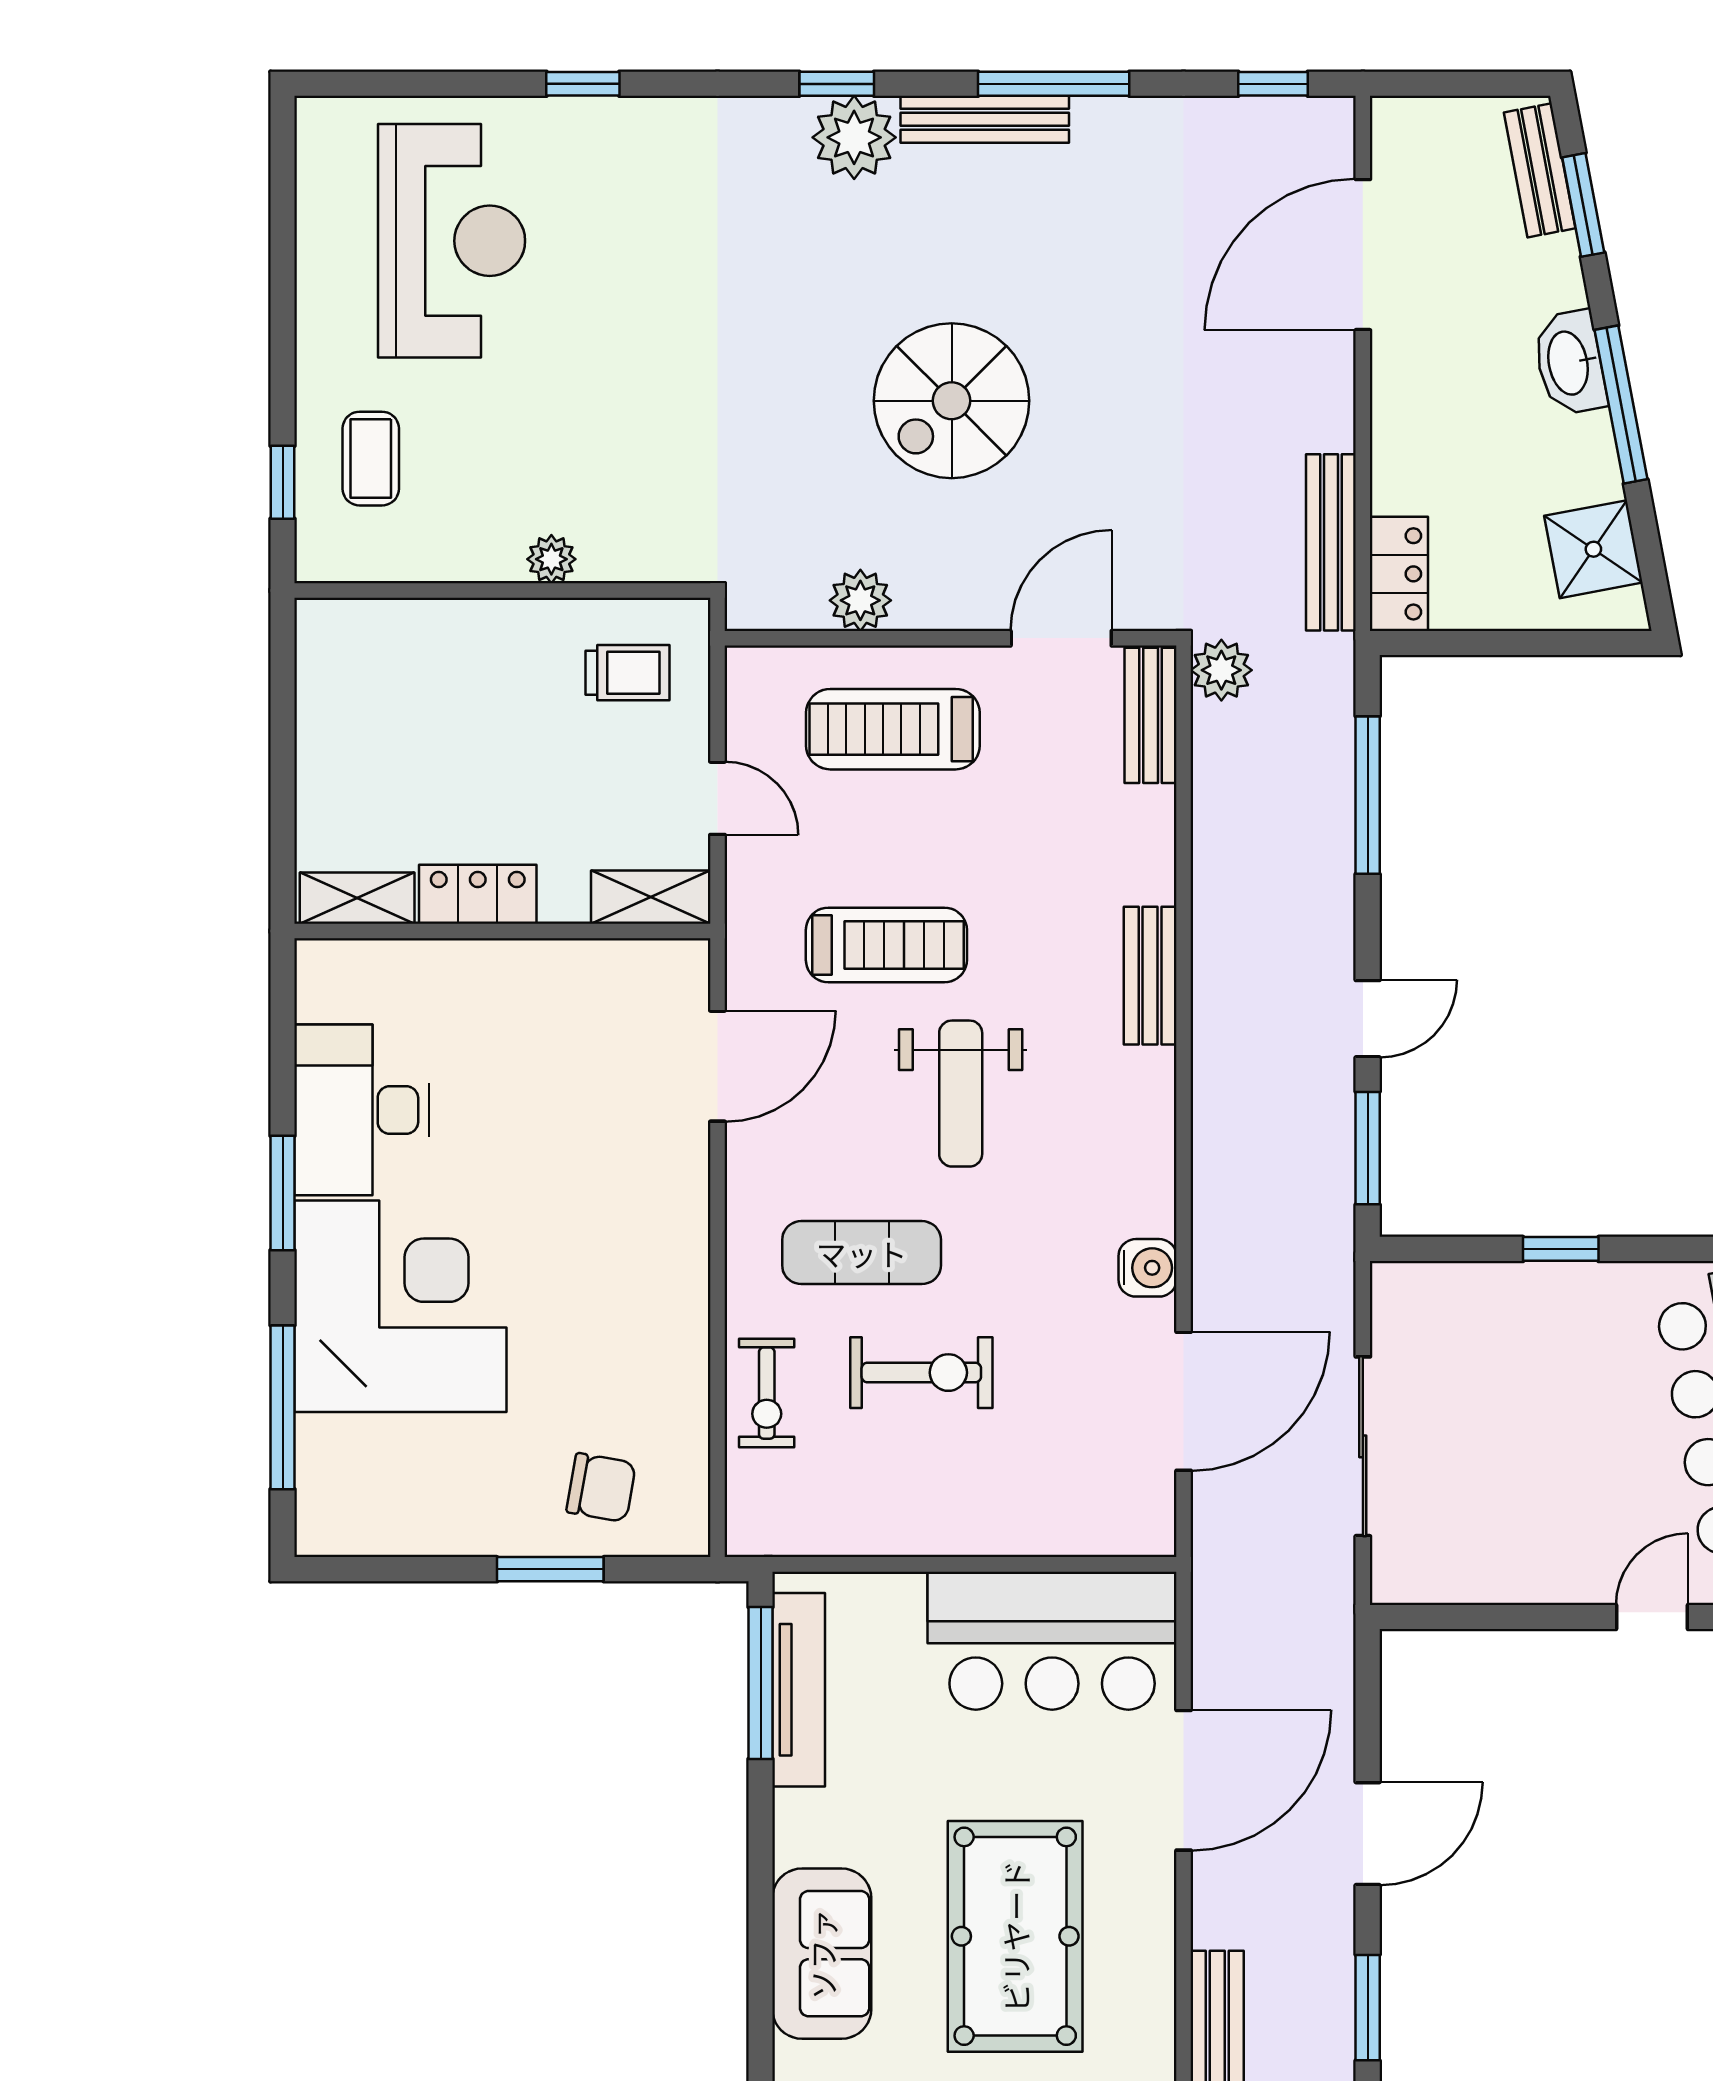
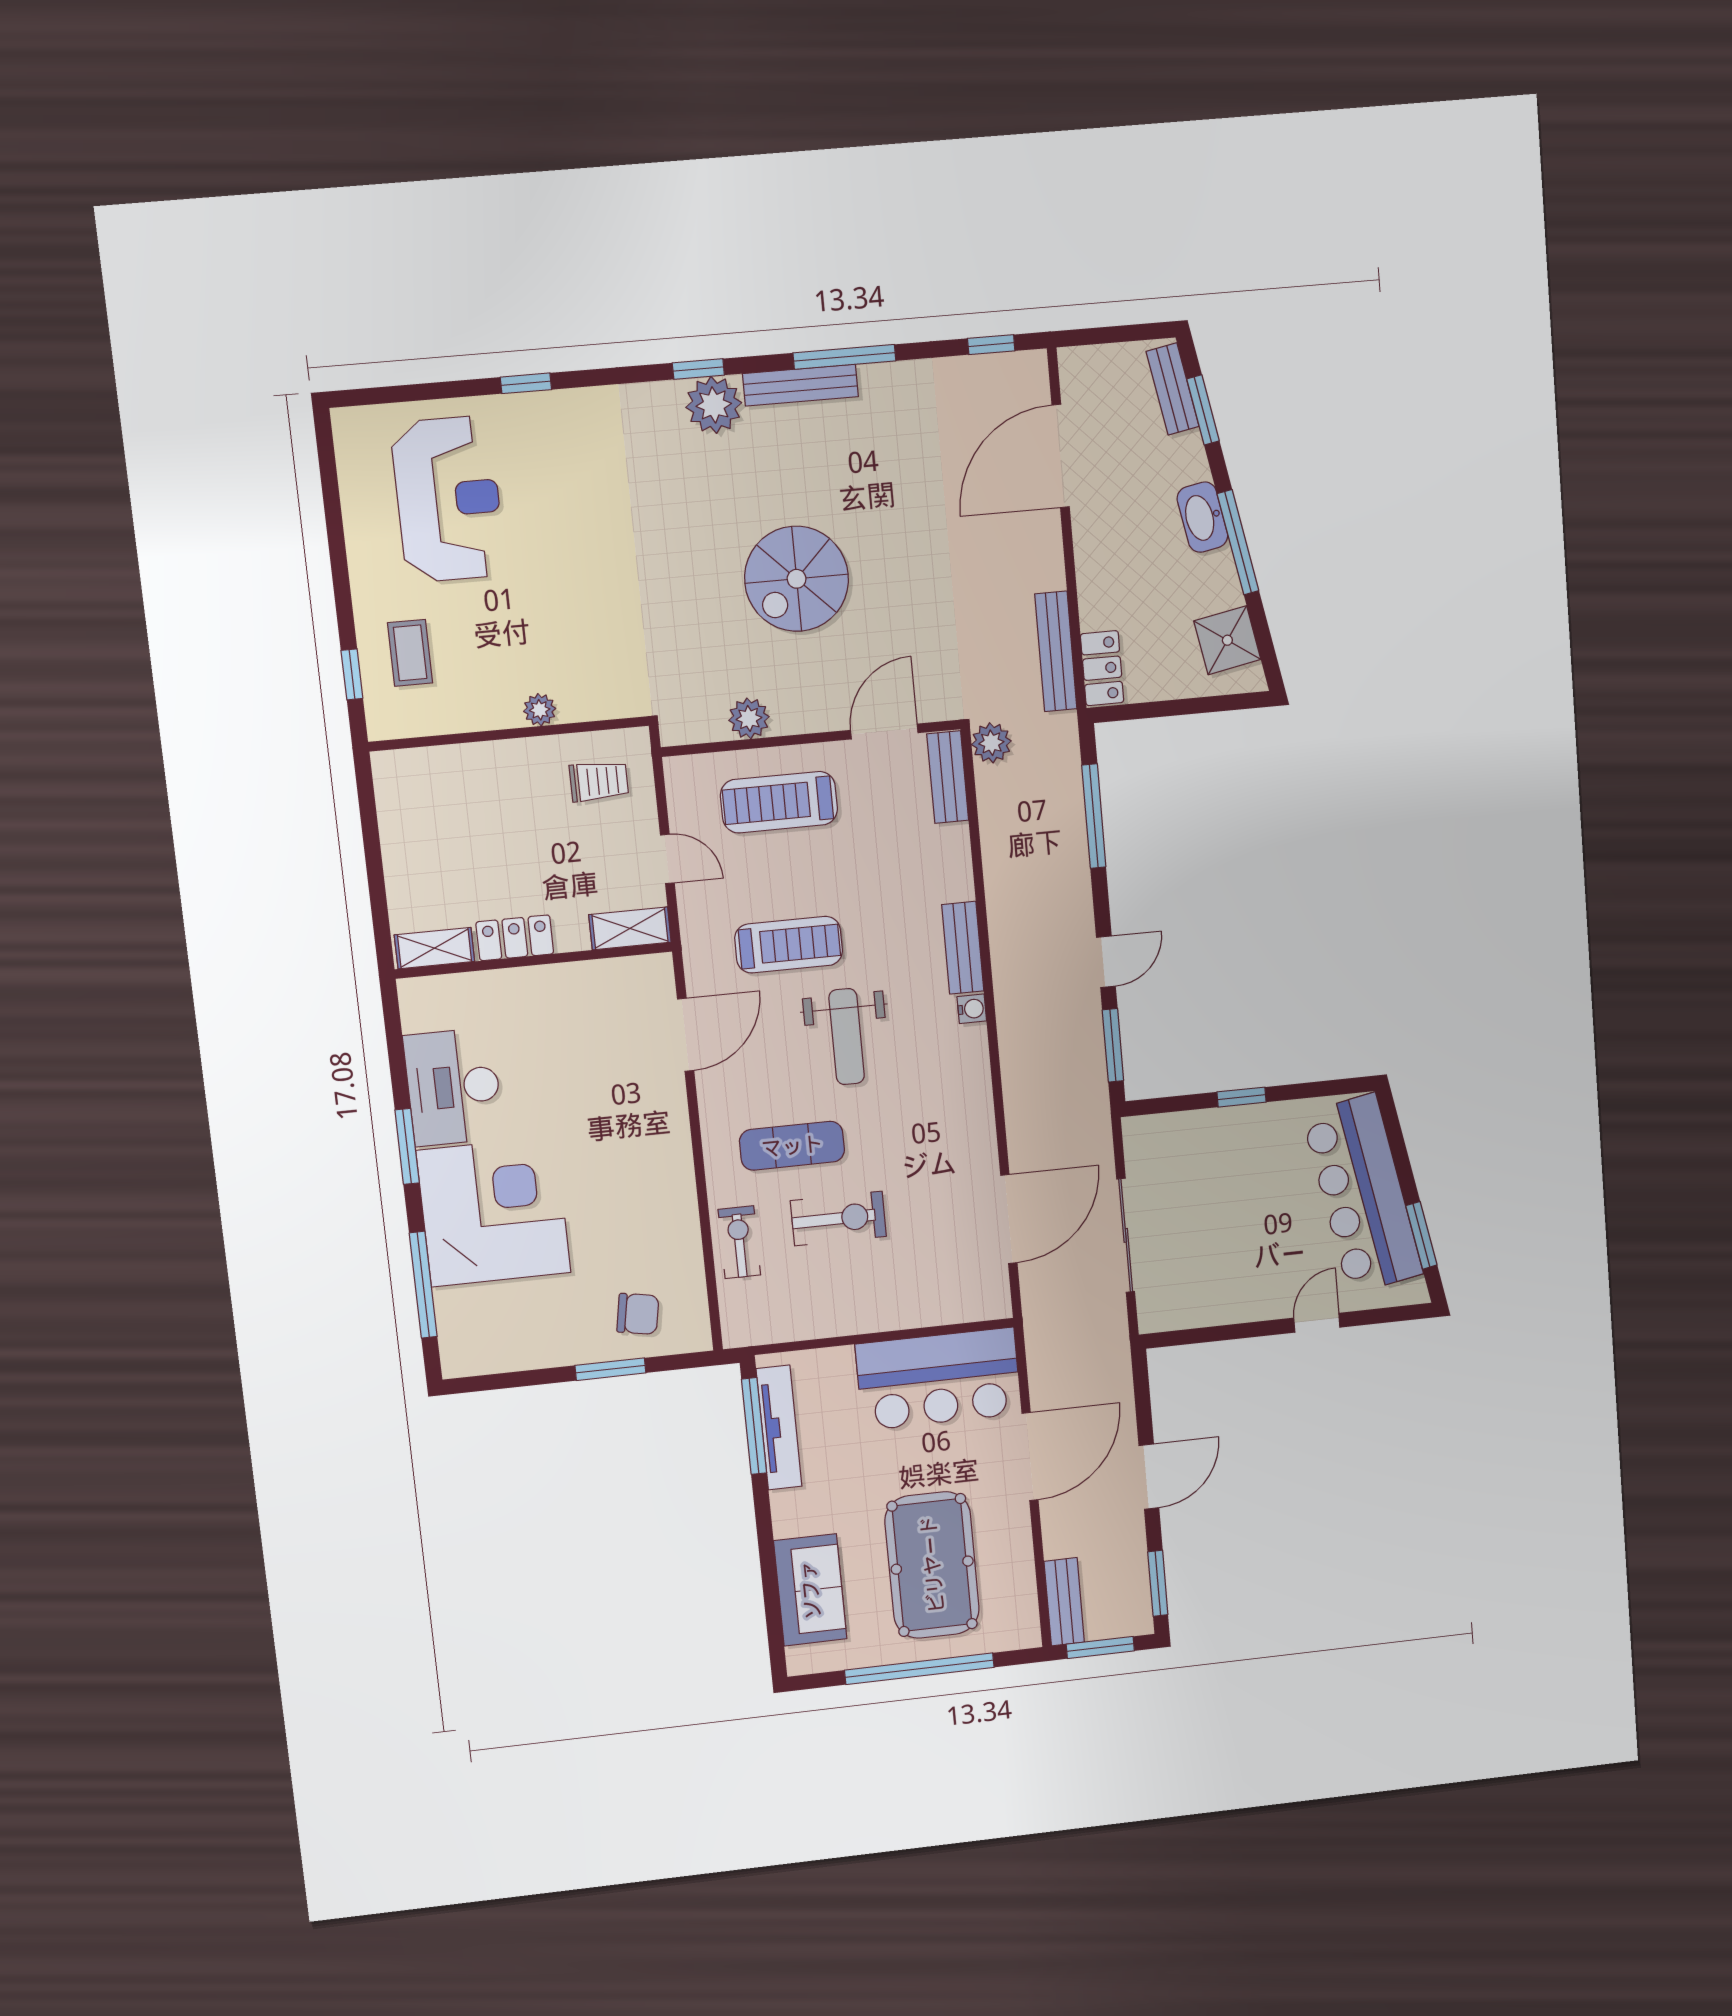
water cooler: (1148, 1268) -> (972, 1009), moved, width x0.72, depth x0.72
exercise bike: (767, 1393) -> (739, 1242), turned 180

